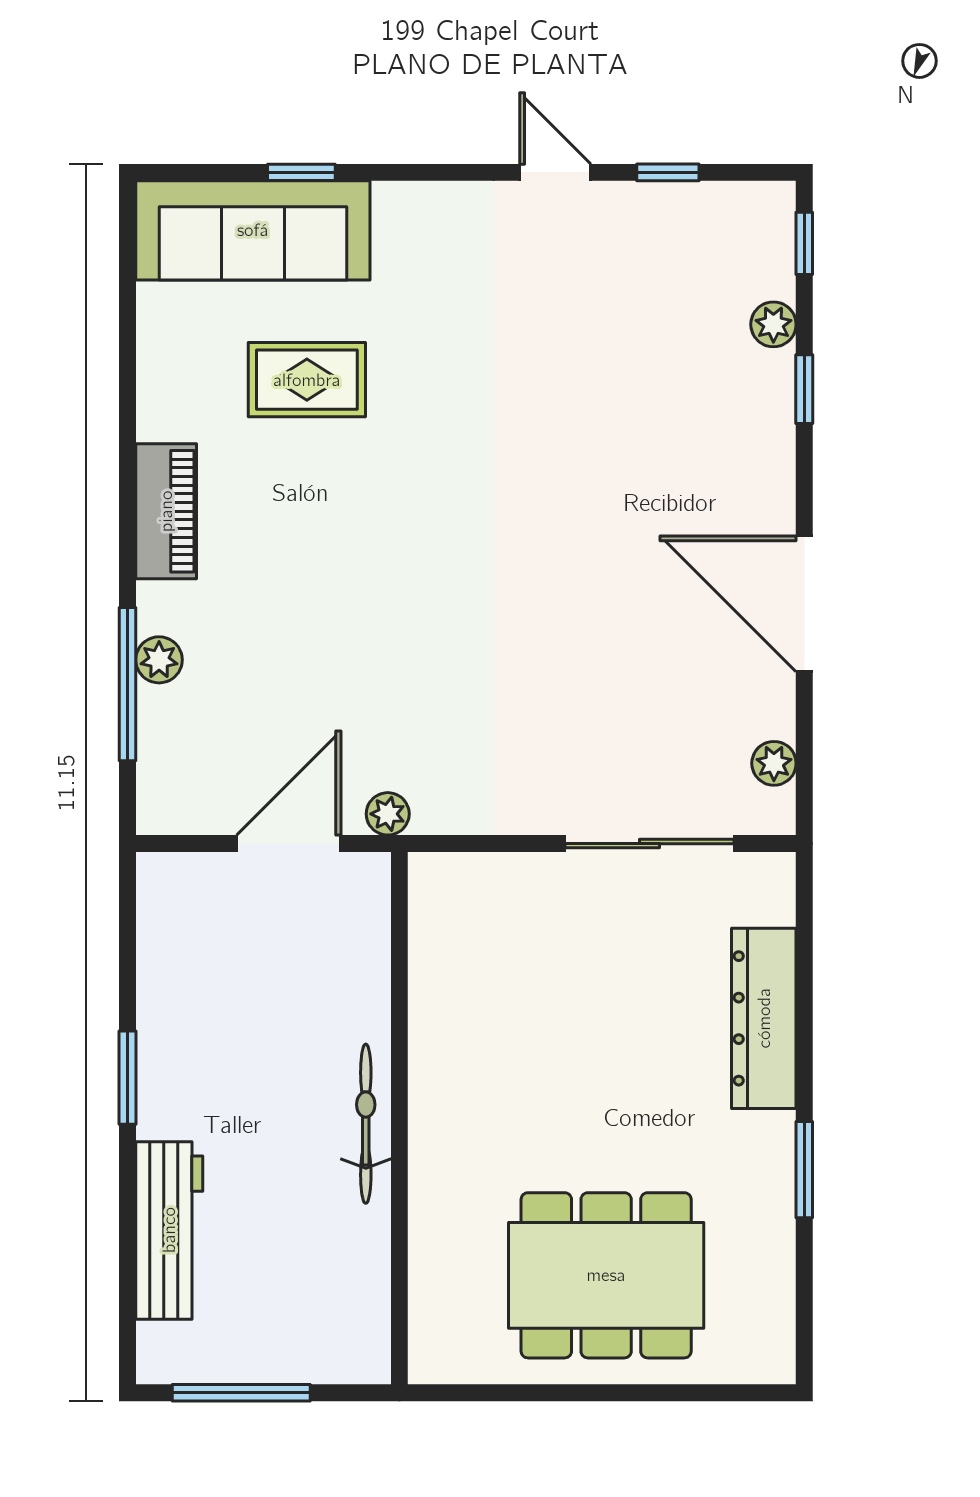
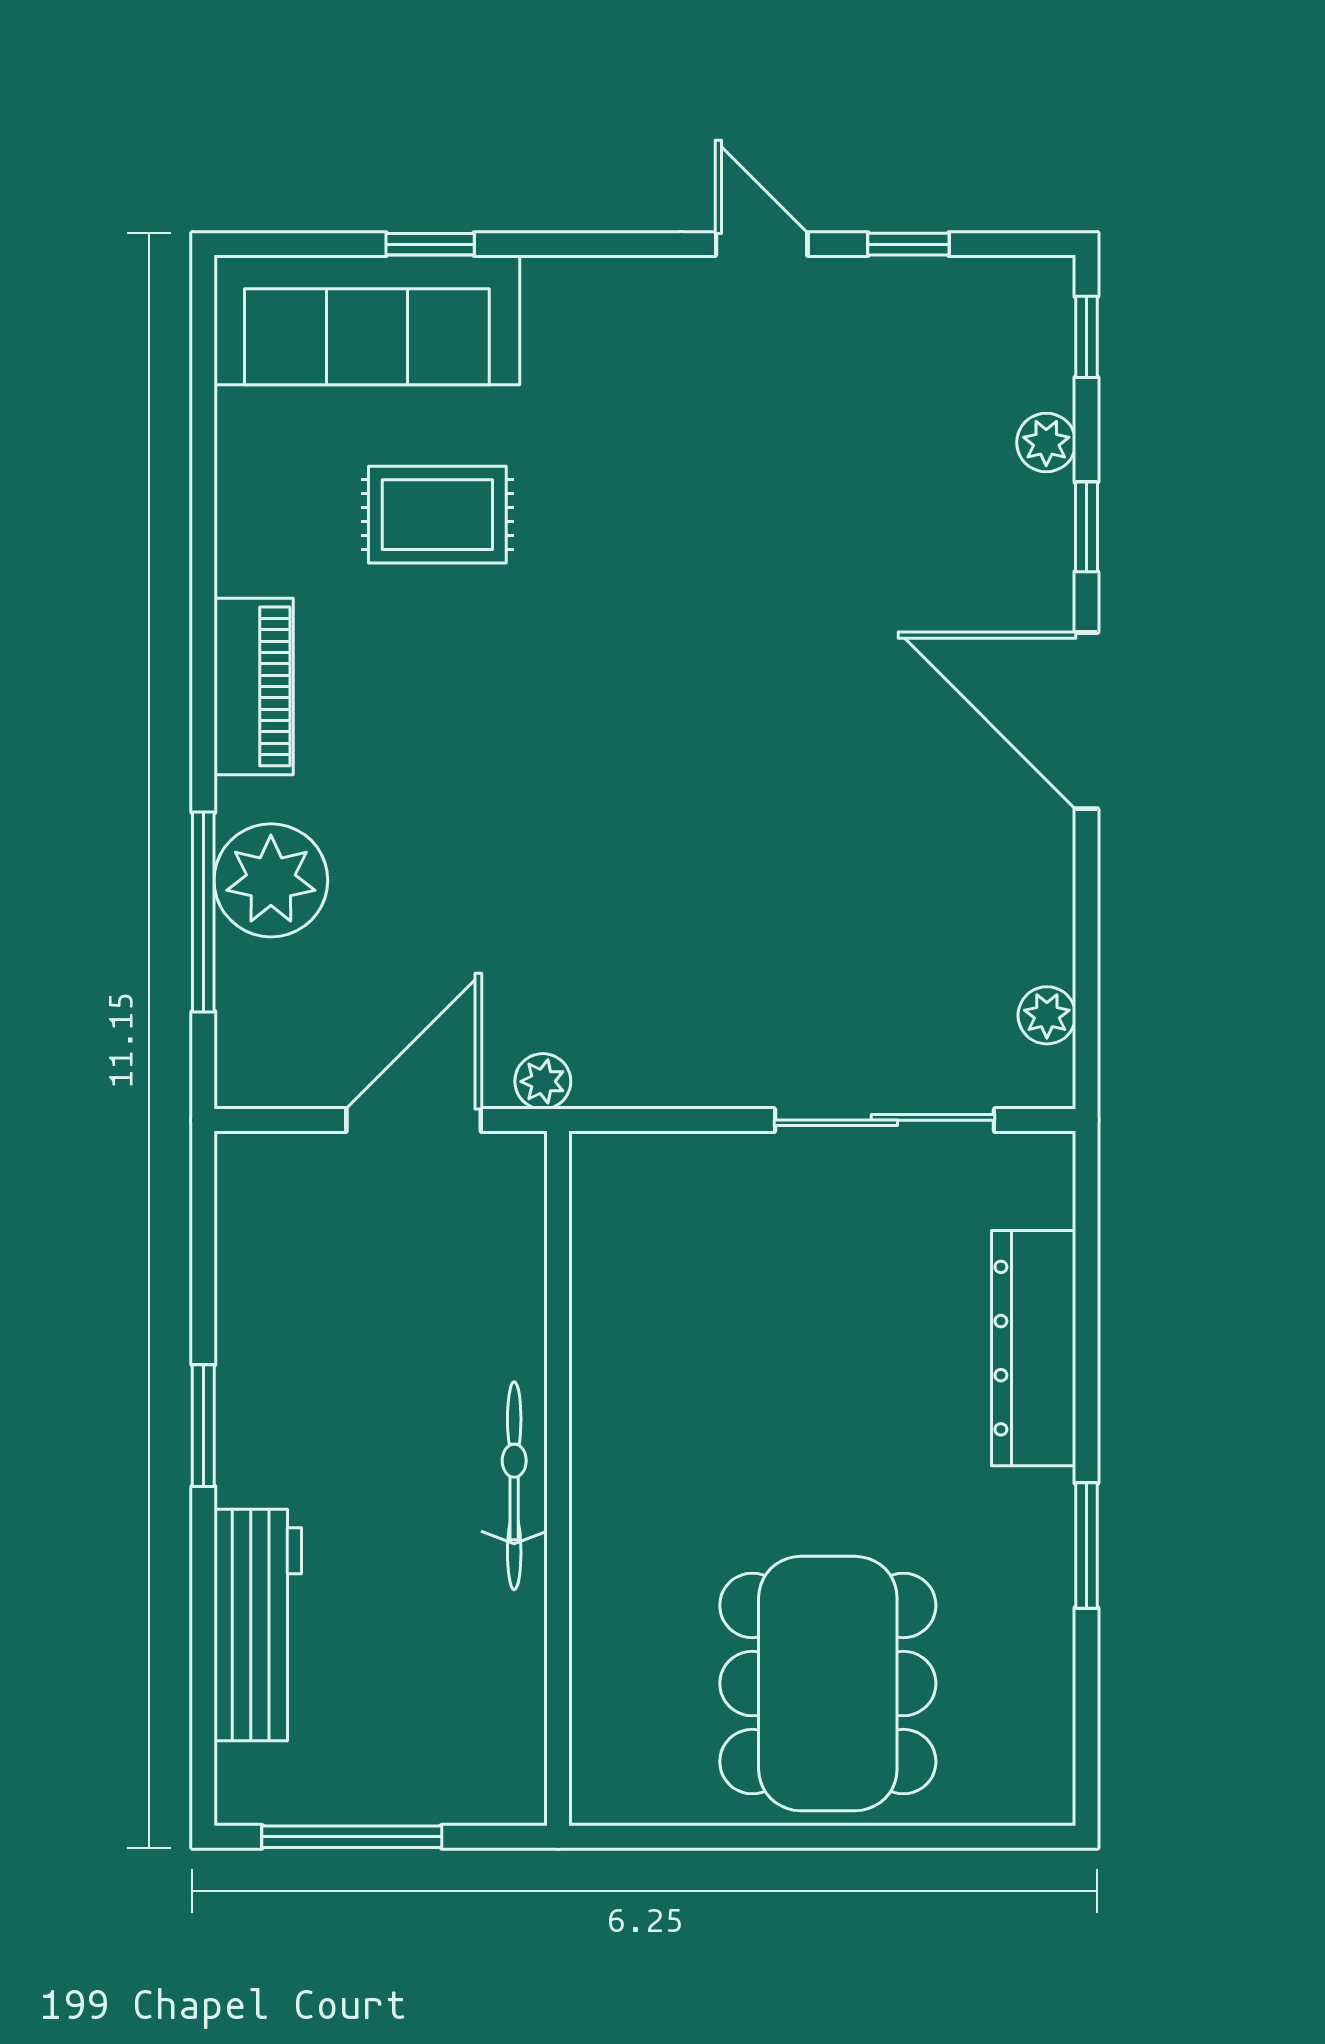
door: (804, 604) -> (1086, 721), moved
plant: (159, 660) -> (271, 880), width x1.87, depth x1.87
dining table: (606, 1275) -> (828, 1684), turned 90

